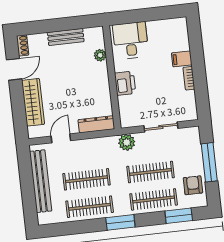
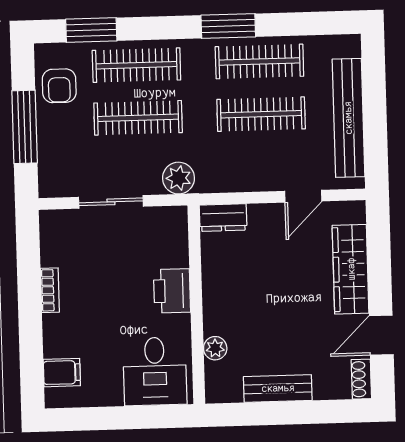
filing cabinet: (182, 59) -> (62, 373), moved
dresser: (96, 124) -> (223, 218), width x0.70
window: (120, 222) -> (228, 26), moved

